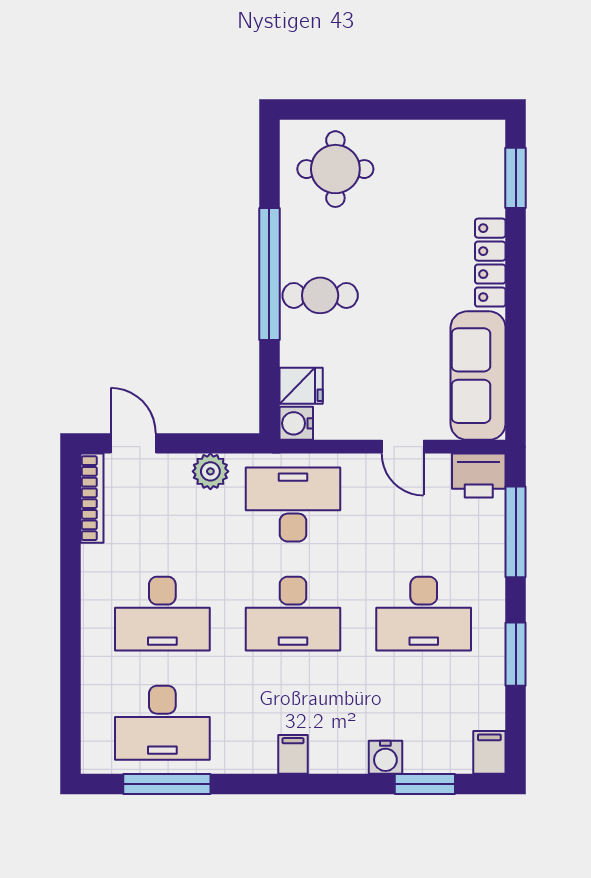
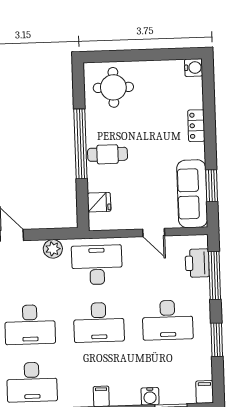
window: (516, 178) -> (212, 186), moved
locker: (490, 263) -> (196, 126), width x0.66
water cooler: (296, 423) -> (194, 68), moved, turned 180
printer: (479, 476) -> (197, 263), moved, turned 90

